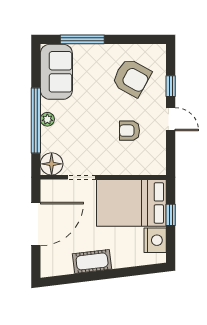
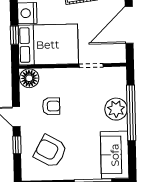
plant: (47, 119) -> (116, 109), width x1.88, depth x1.88
floor lamp: (52, 164) -> (29, 78), moved

